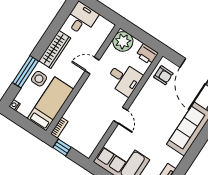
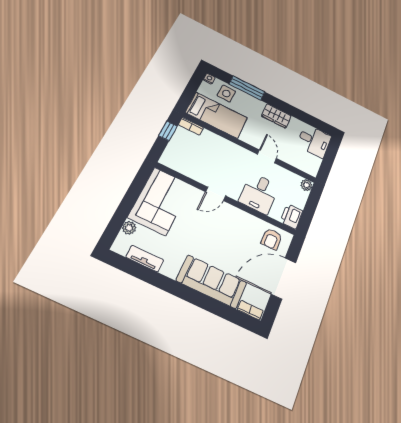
plant: (123, 41) -> (306, 185), width x0.53, depth x0.53
wardrobe: (55, 49) -> (276, 116), width x0.67
side table: (39, 79) -> (226, 94), moved

